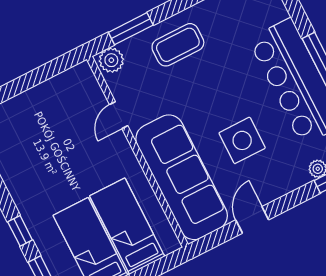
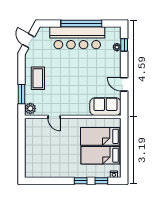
side table: (242, 140) -> (90, 72), removed
sofa: (182, 177) -> (105, 107), width x0.54, depth x0.79

